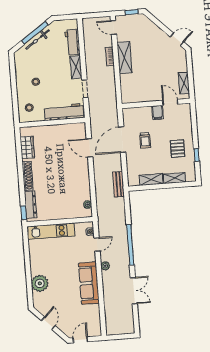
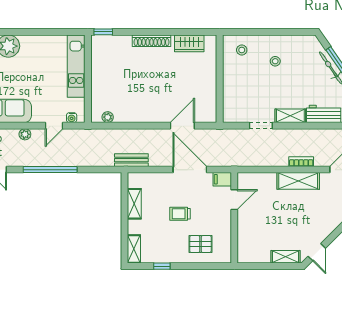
shelving: (184, 83) -> (286, 257), moved
door: (170, 102) -> (234, 200), moved
workbench: (64, 112) -> (232, 95), removed
filing cabinet: (158, 112) -> (222, 179), moved
trolley: (145, 140) -> (180, 214), moved
pallet: (178, 149) -> (200, 244), moved
shelving: (174, 178) -> (134, 249), moved
dresser: (30, 205) -> (113, 42), removed
door: (97, 244) -> (54, 126), hinge flipped

